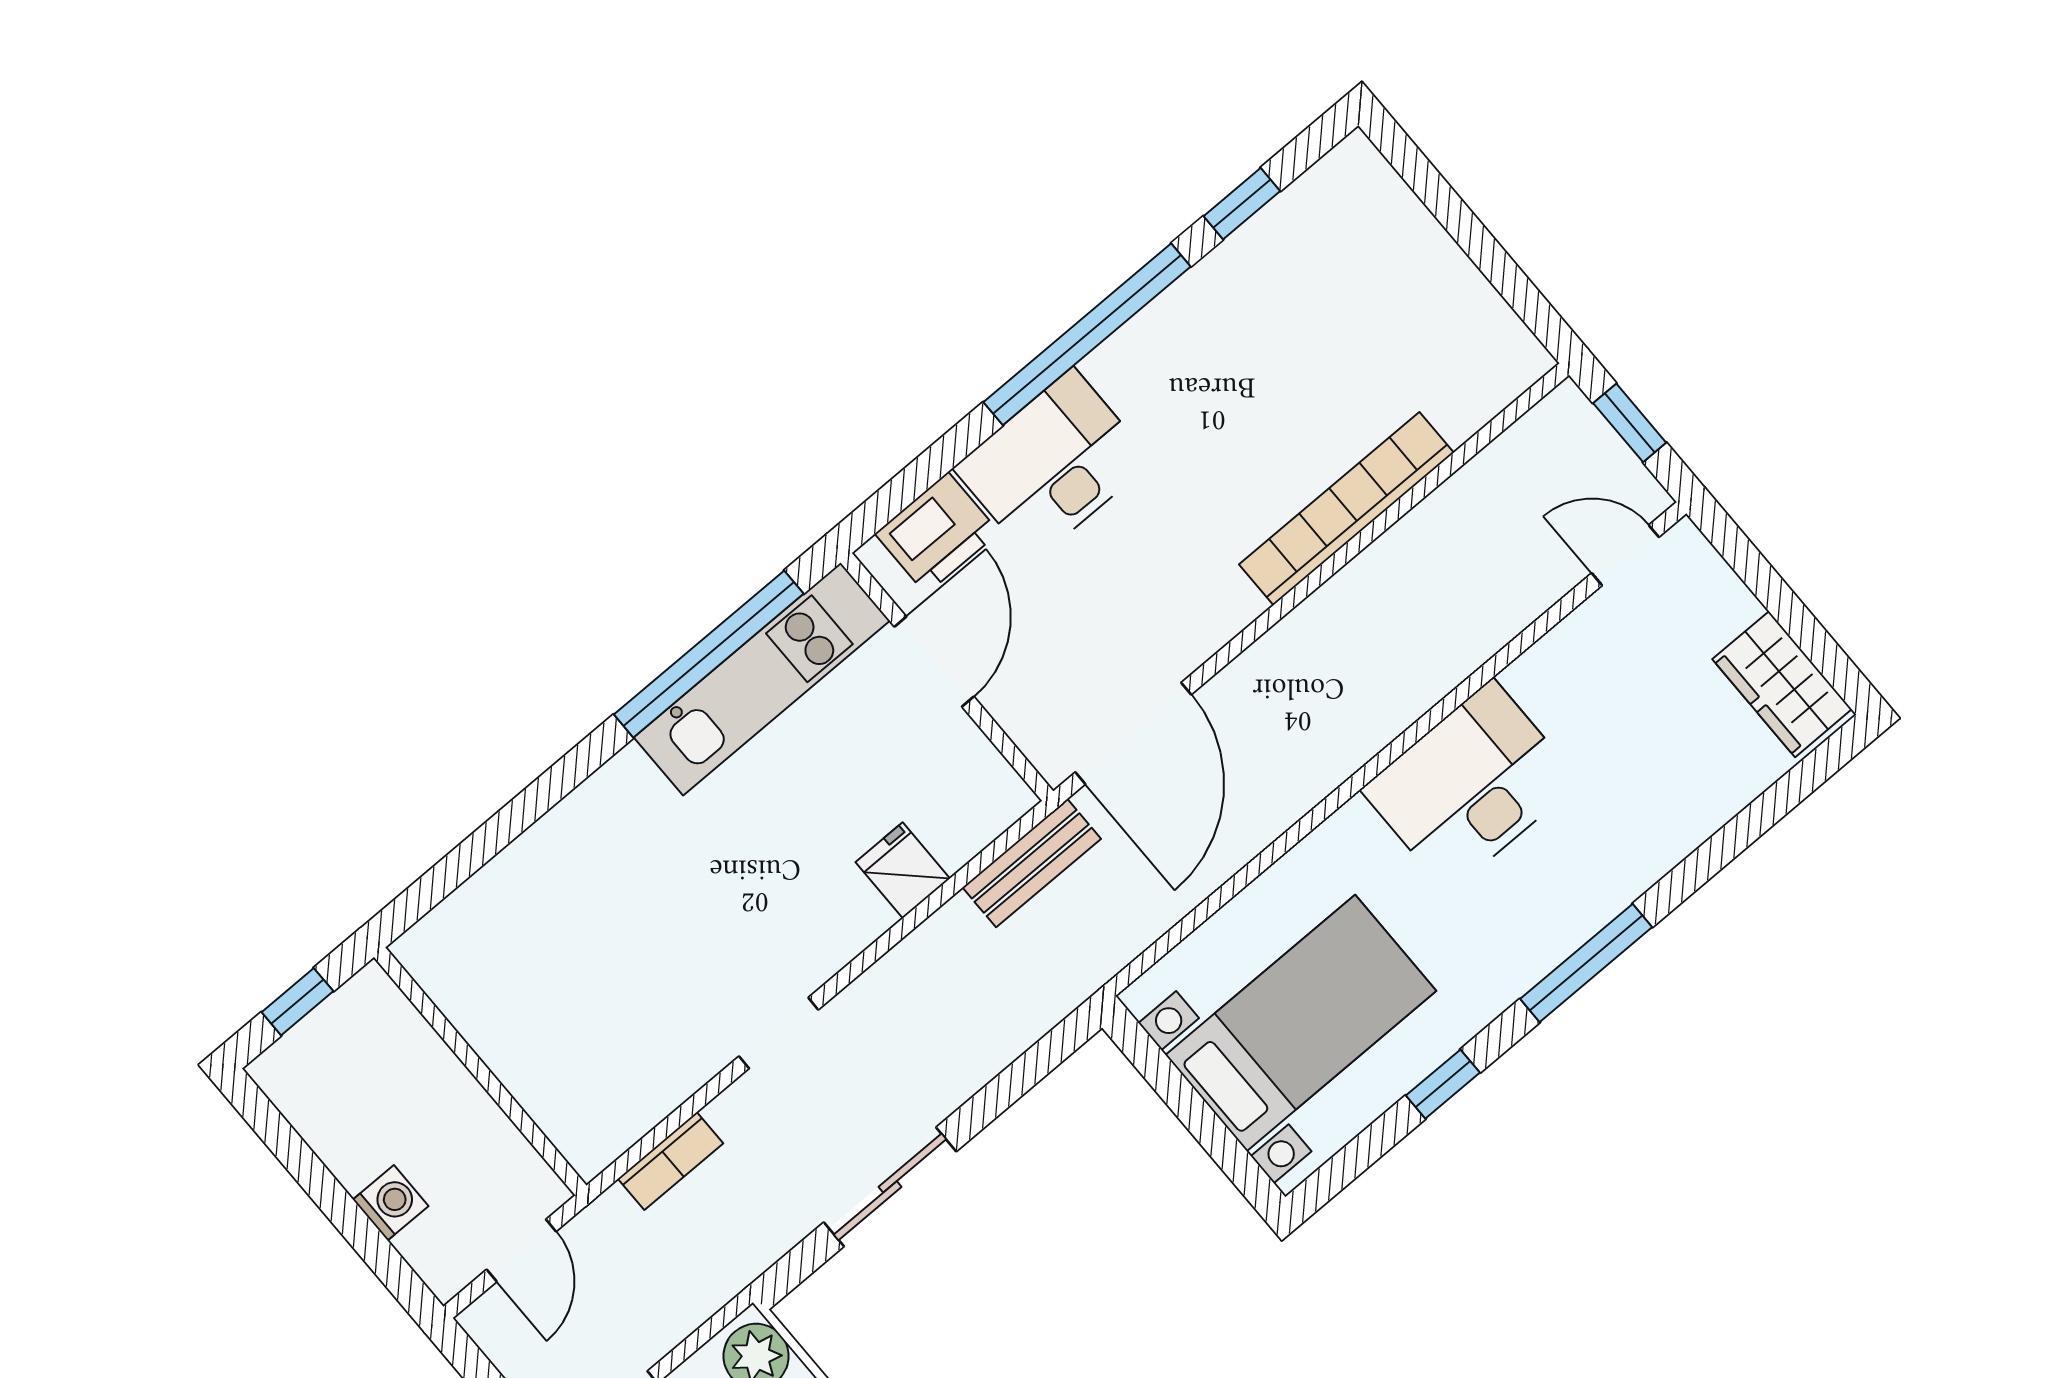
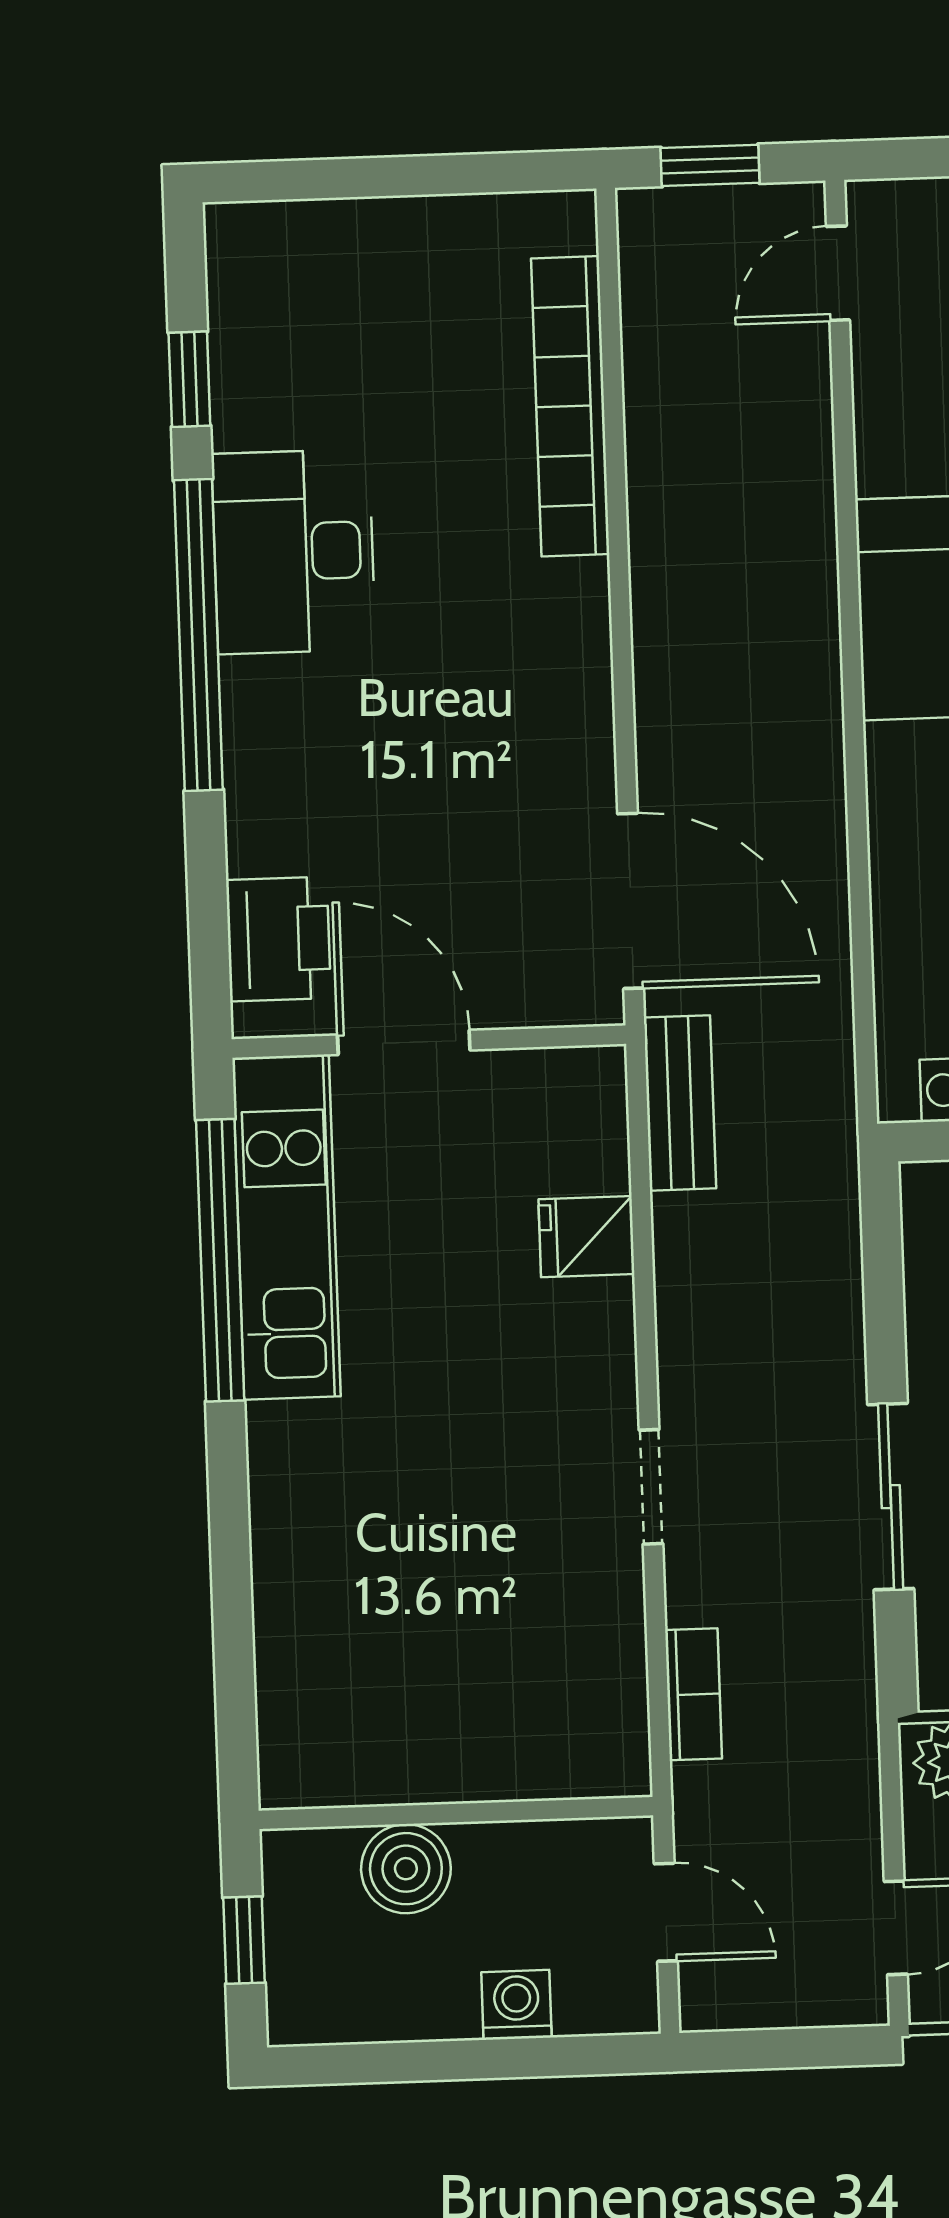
desk: (1053, 465) -> (294, 552), moved
bookcase: (1346, 509) -> (570, 406), moved
boiler: (421, 1067) -> (406, 1869), added

